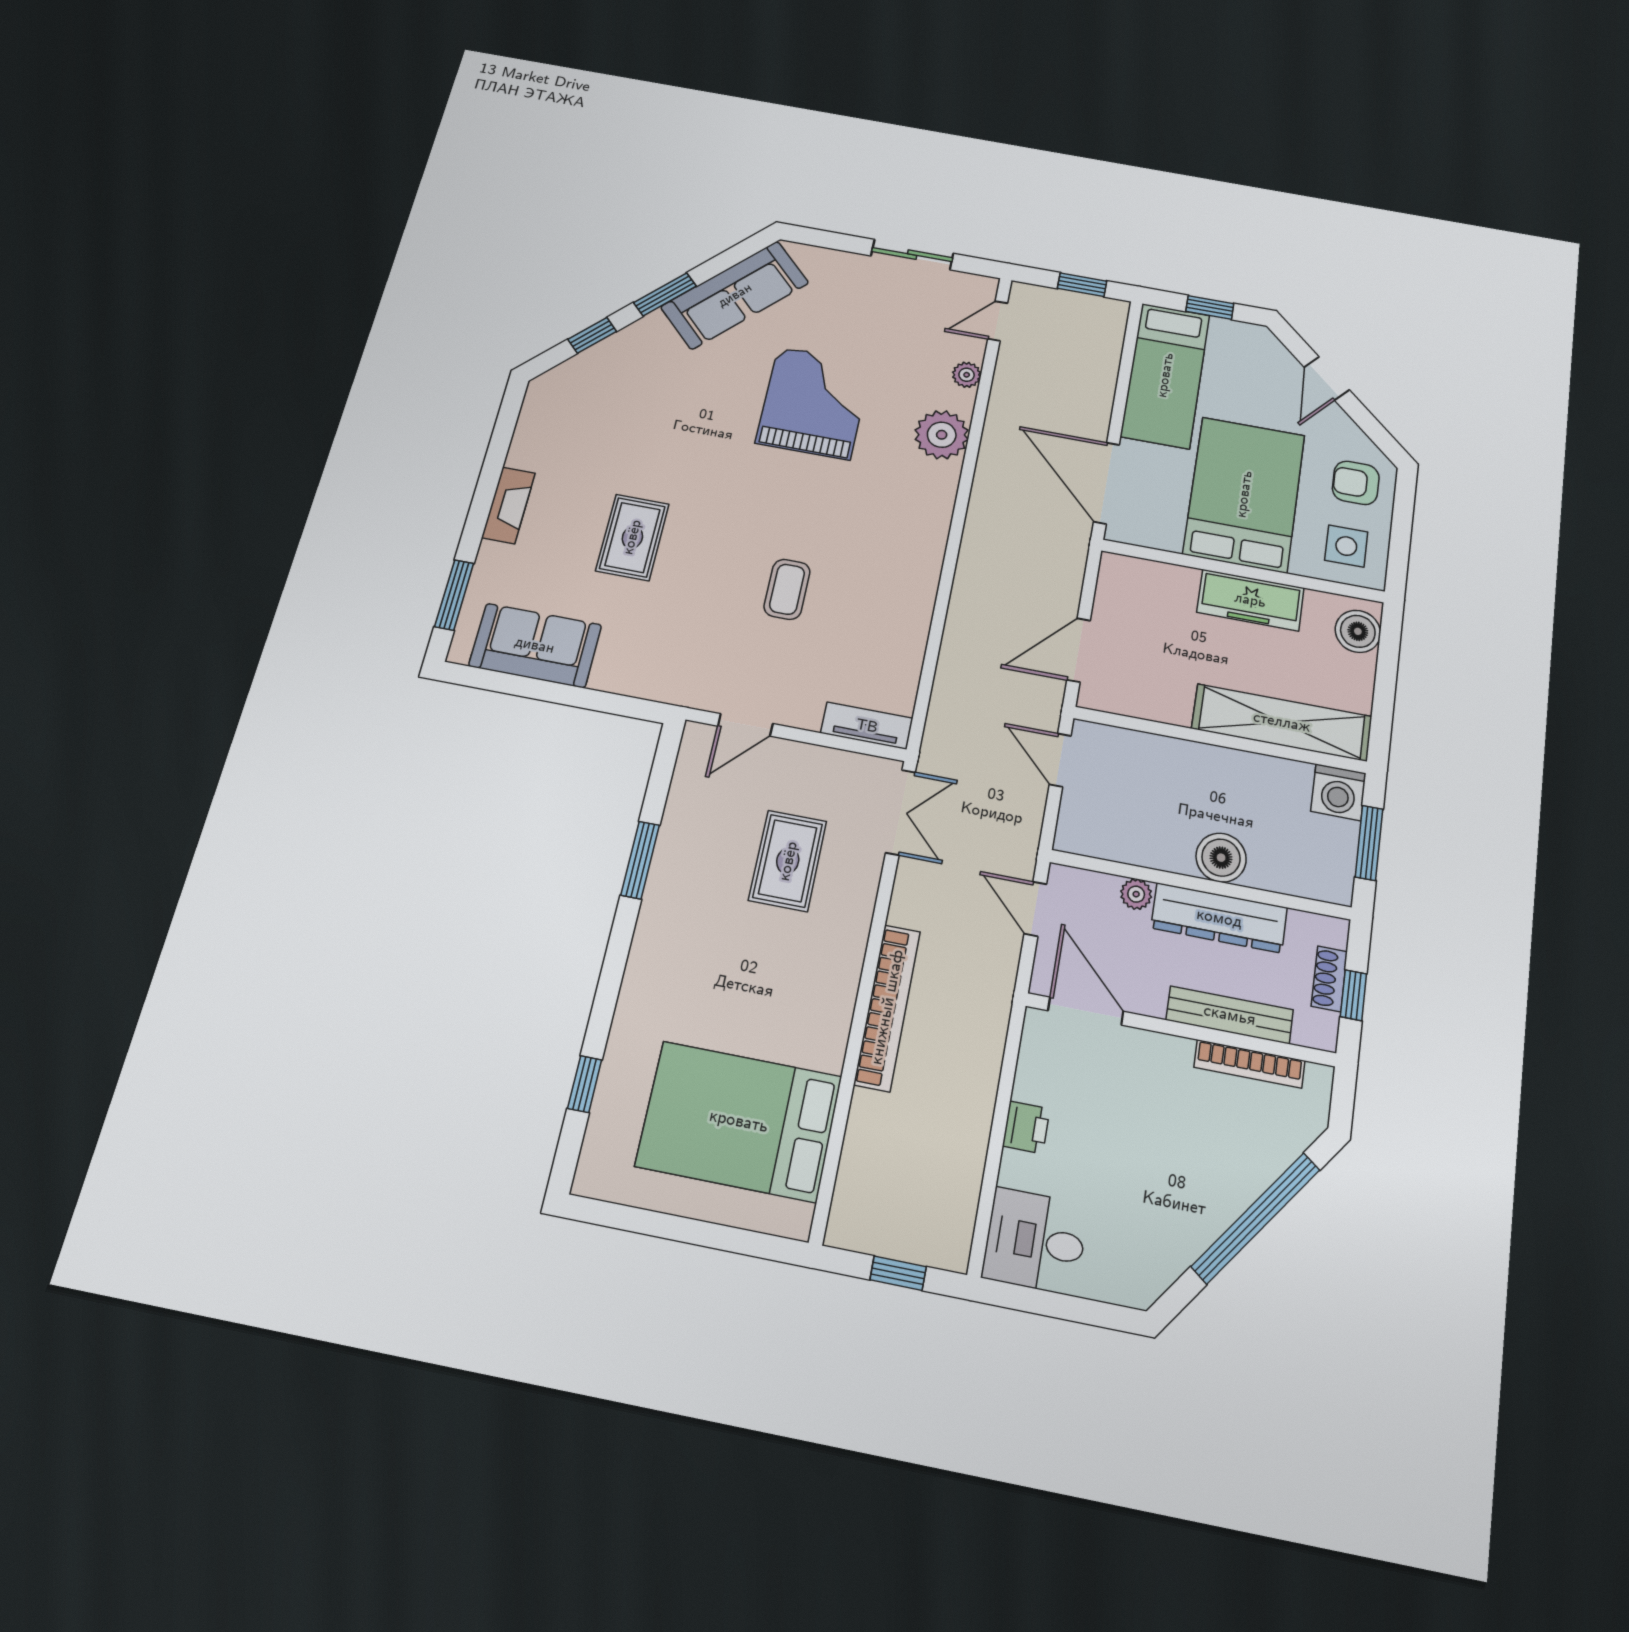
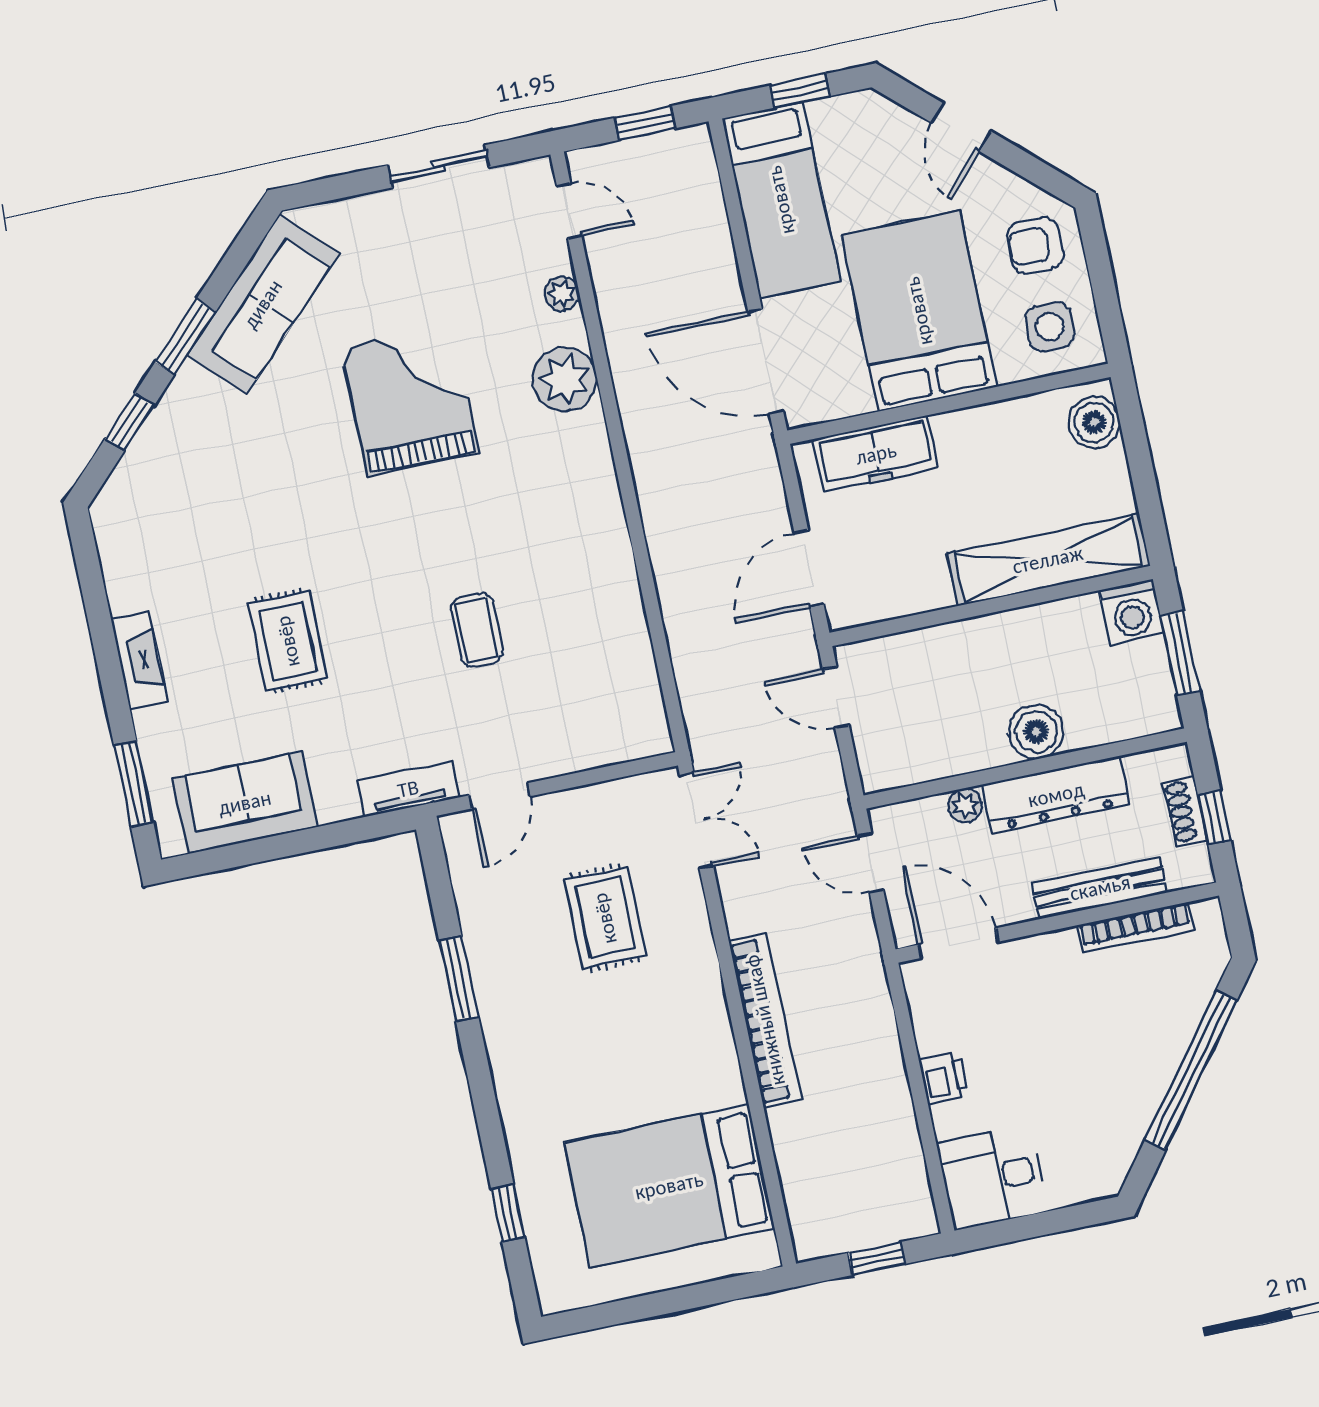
door: (998, 321) -> (569, 211), swing flipped
freezer: (1250, 600) -> (876, 454), moved
tv unit: (867, 726) -> (408, 789), moved

